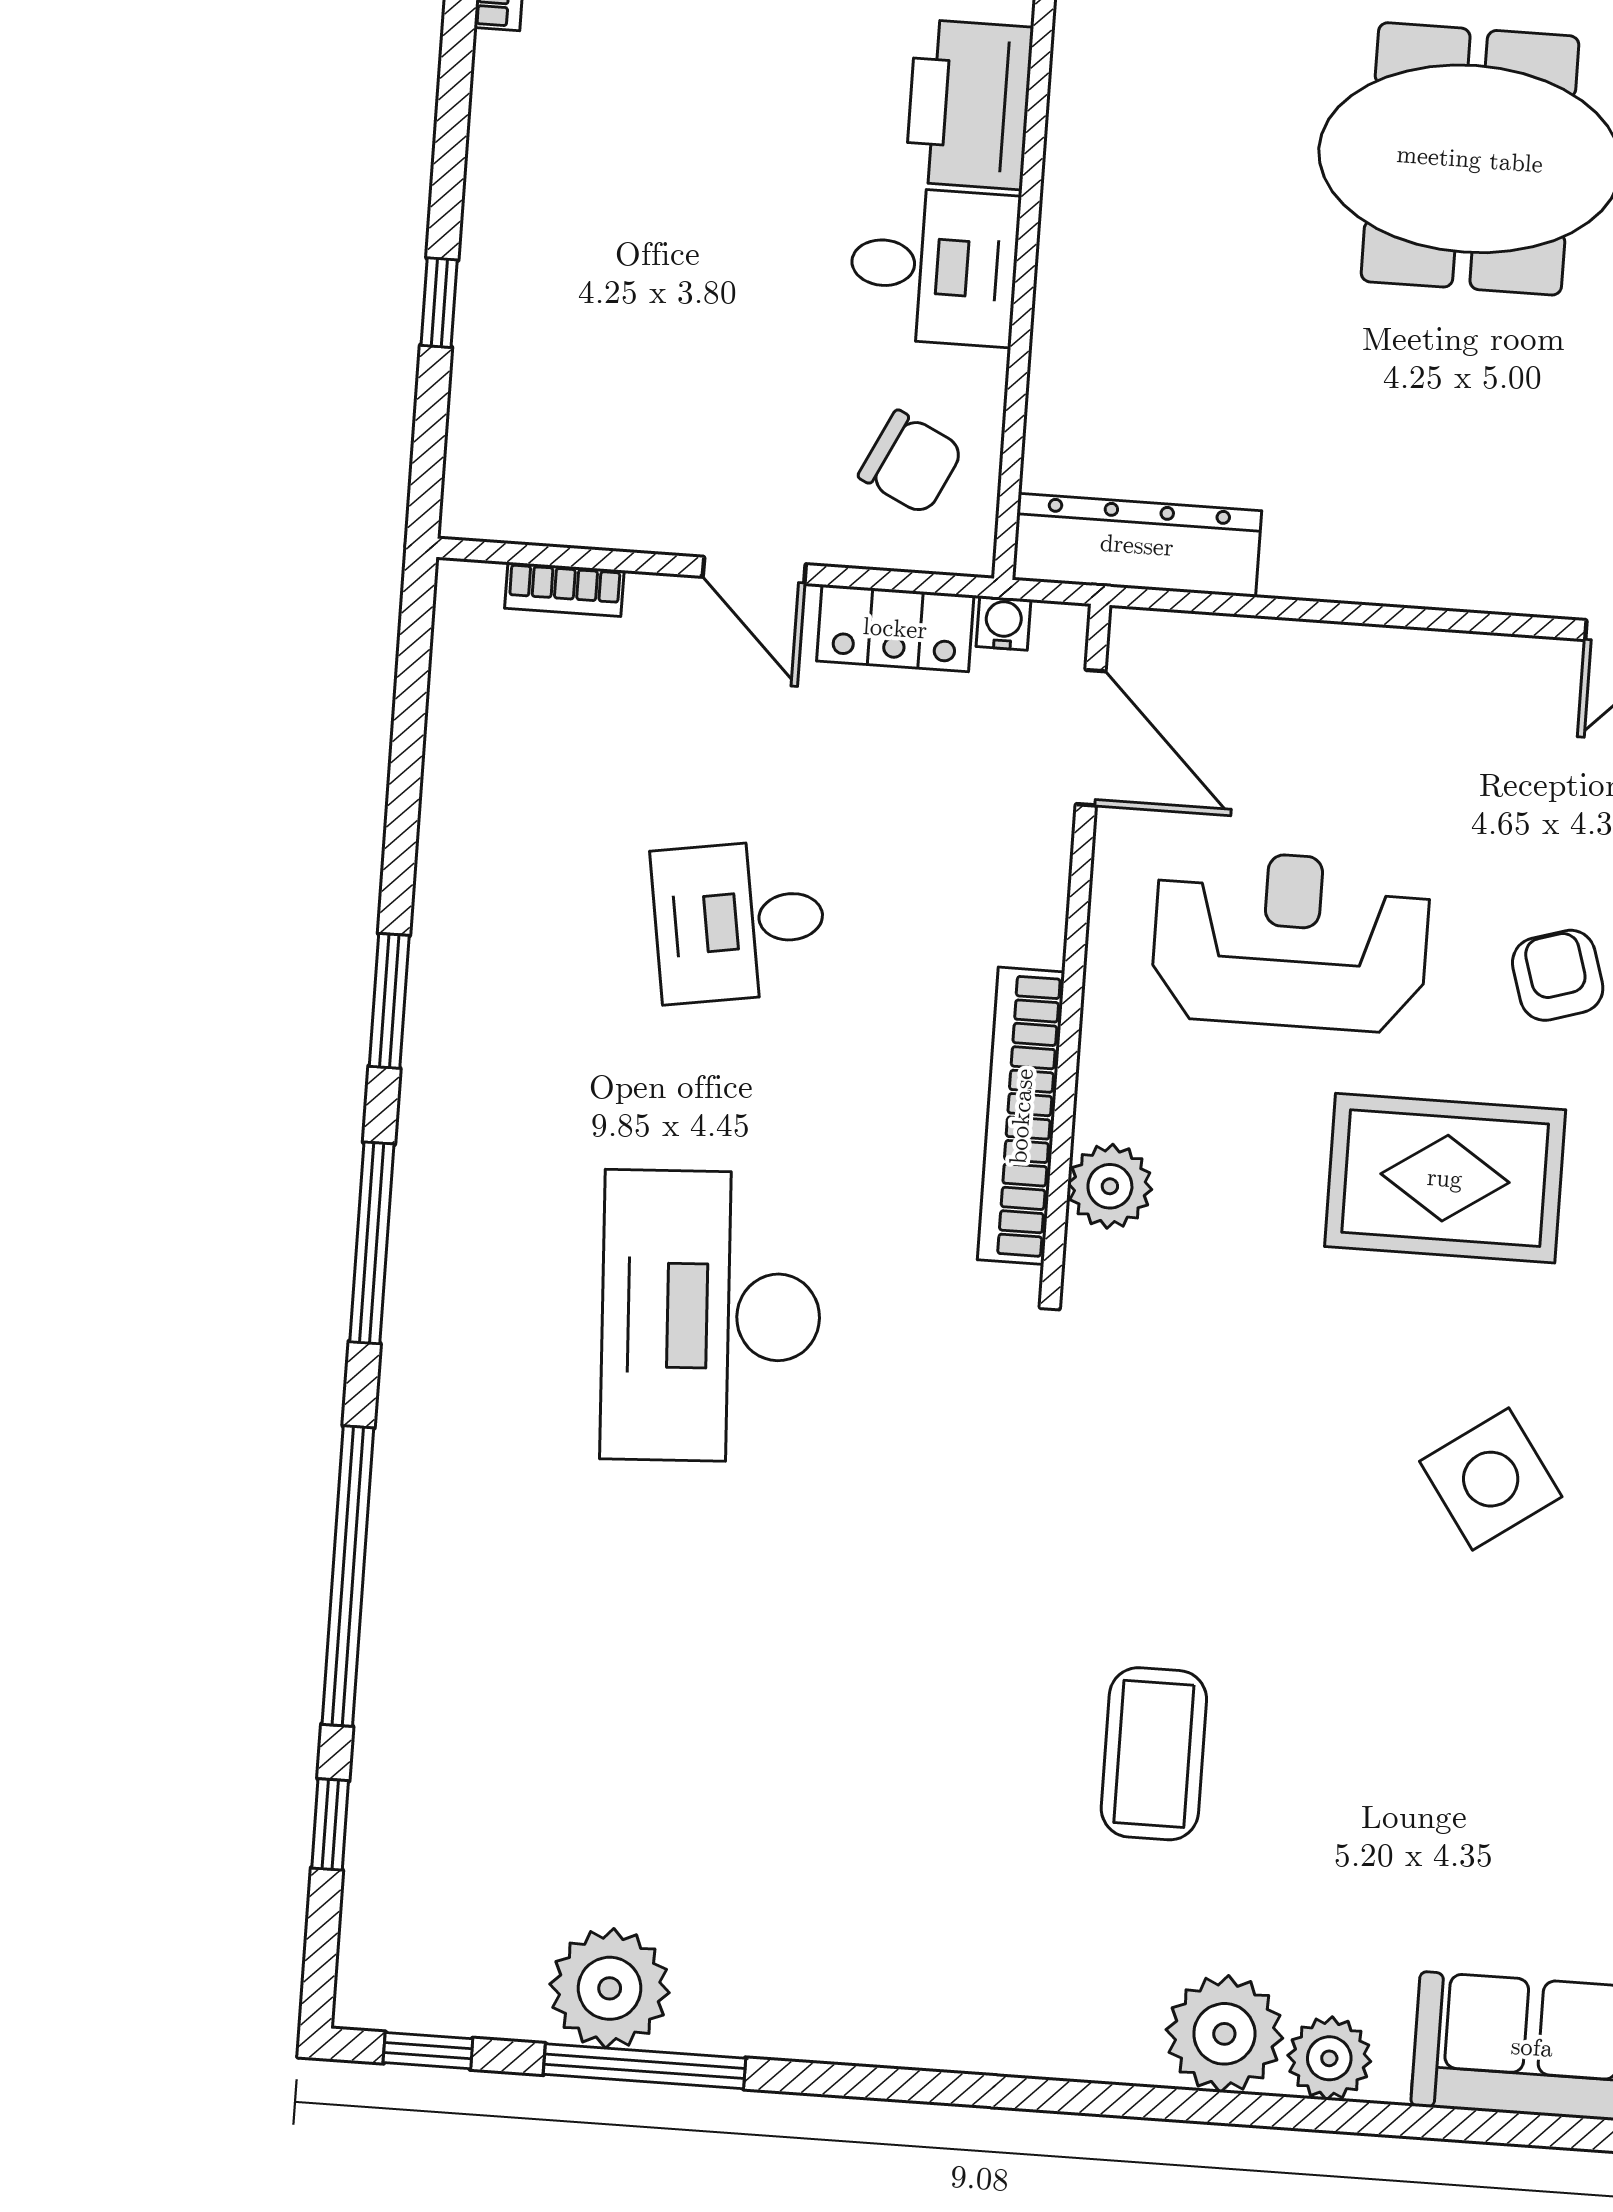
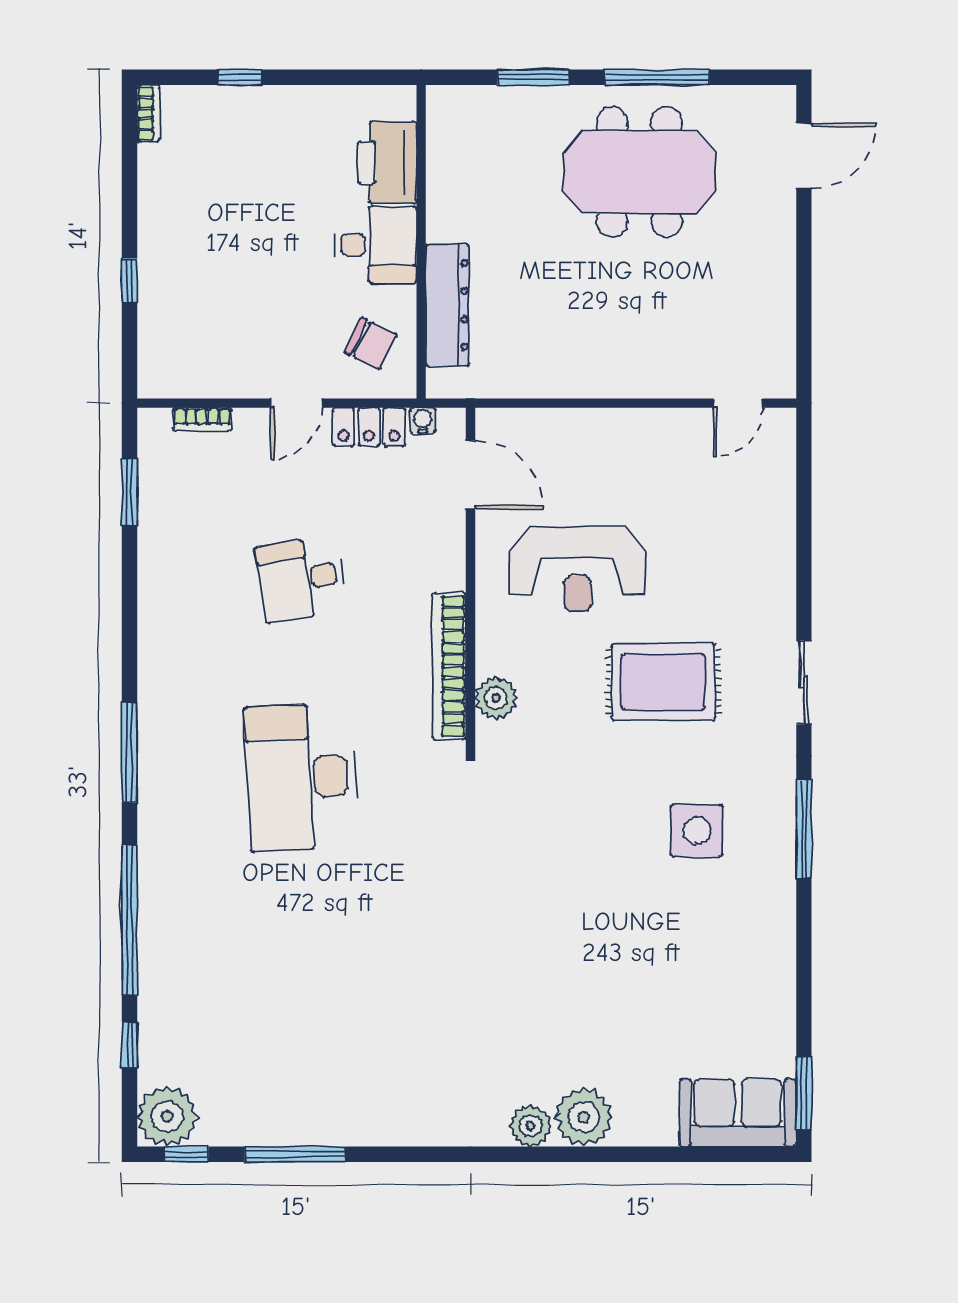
dresser: (1137, 545) -> (447, 305), moved, turned 90
door: (754, 570) -> (296, 403), hinge flipped
reception desk: (1290, 941) -> (578, 569), turned 180
armchair: (1558, 975) -> (712, 577), removed
window: (389, 1001) -> (129, 492), moved
side table: (1491, 1479) -> (697, 831), turned 35
coffee table: (1154, 1754) -> (538, 980), removed
plant: (610, 1988) -> (167, 1117), moved
plant: (1329, 2058) -> (530, 1126), moved

